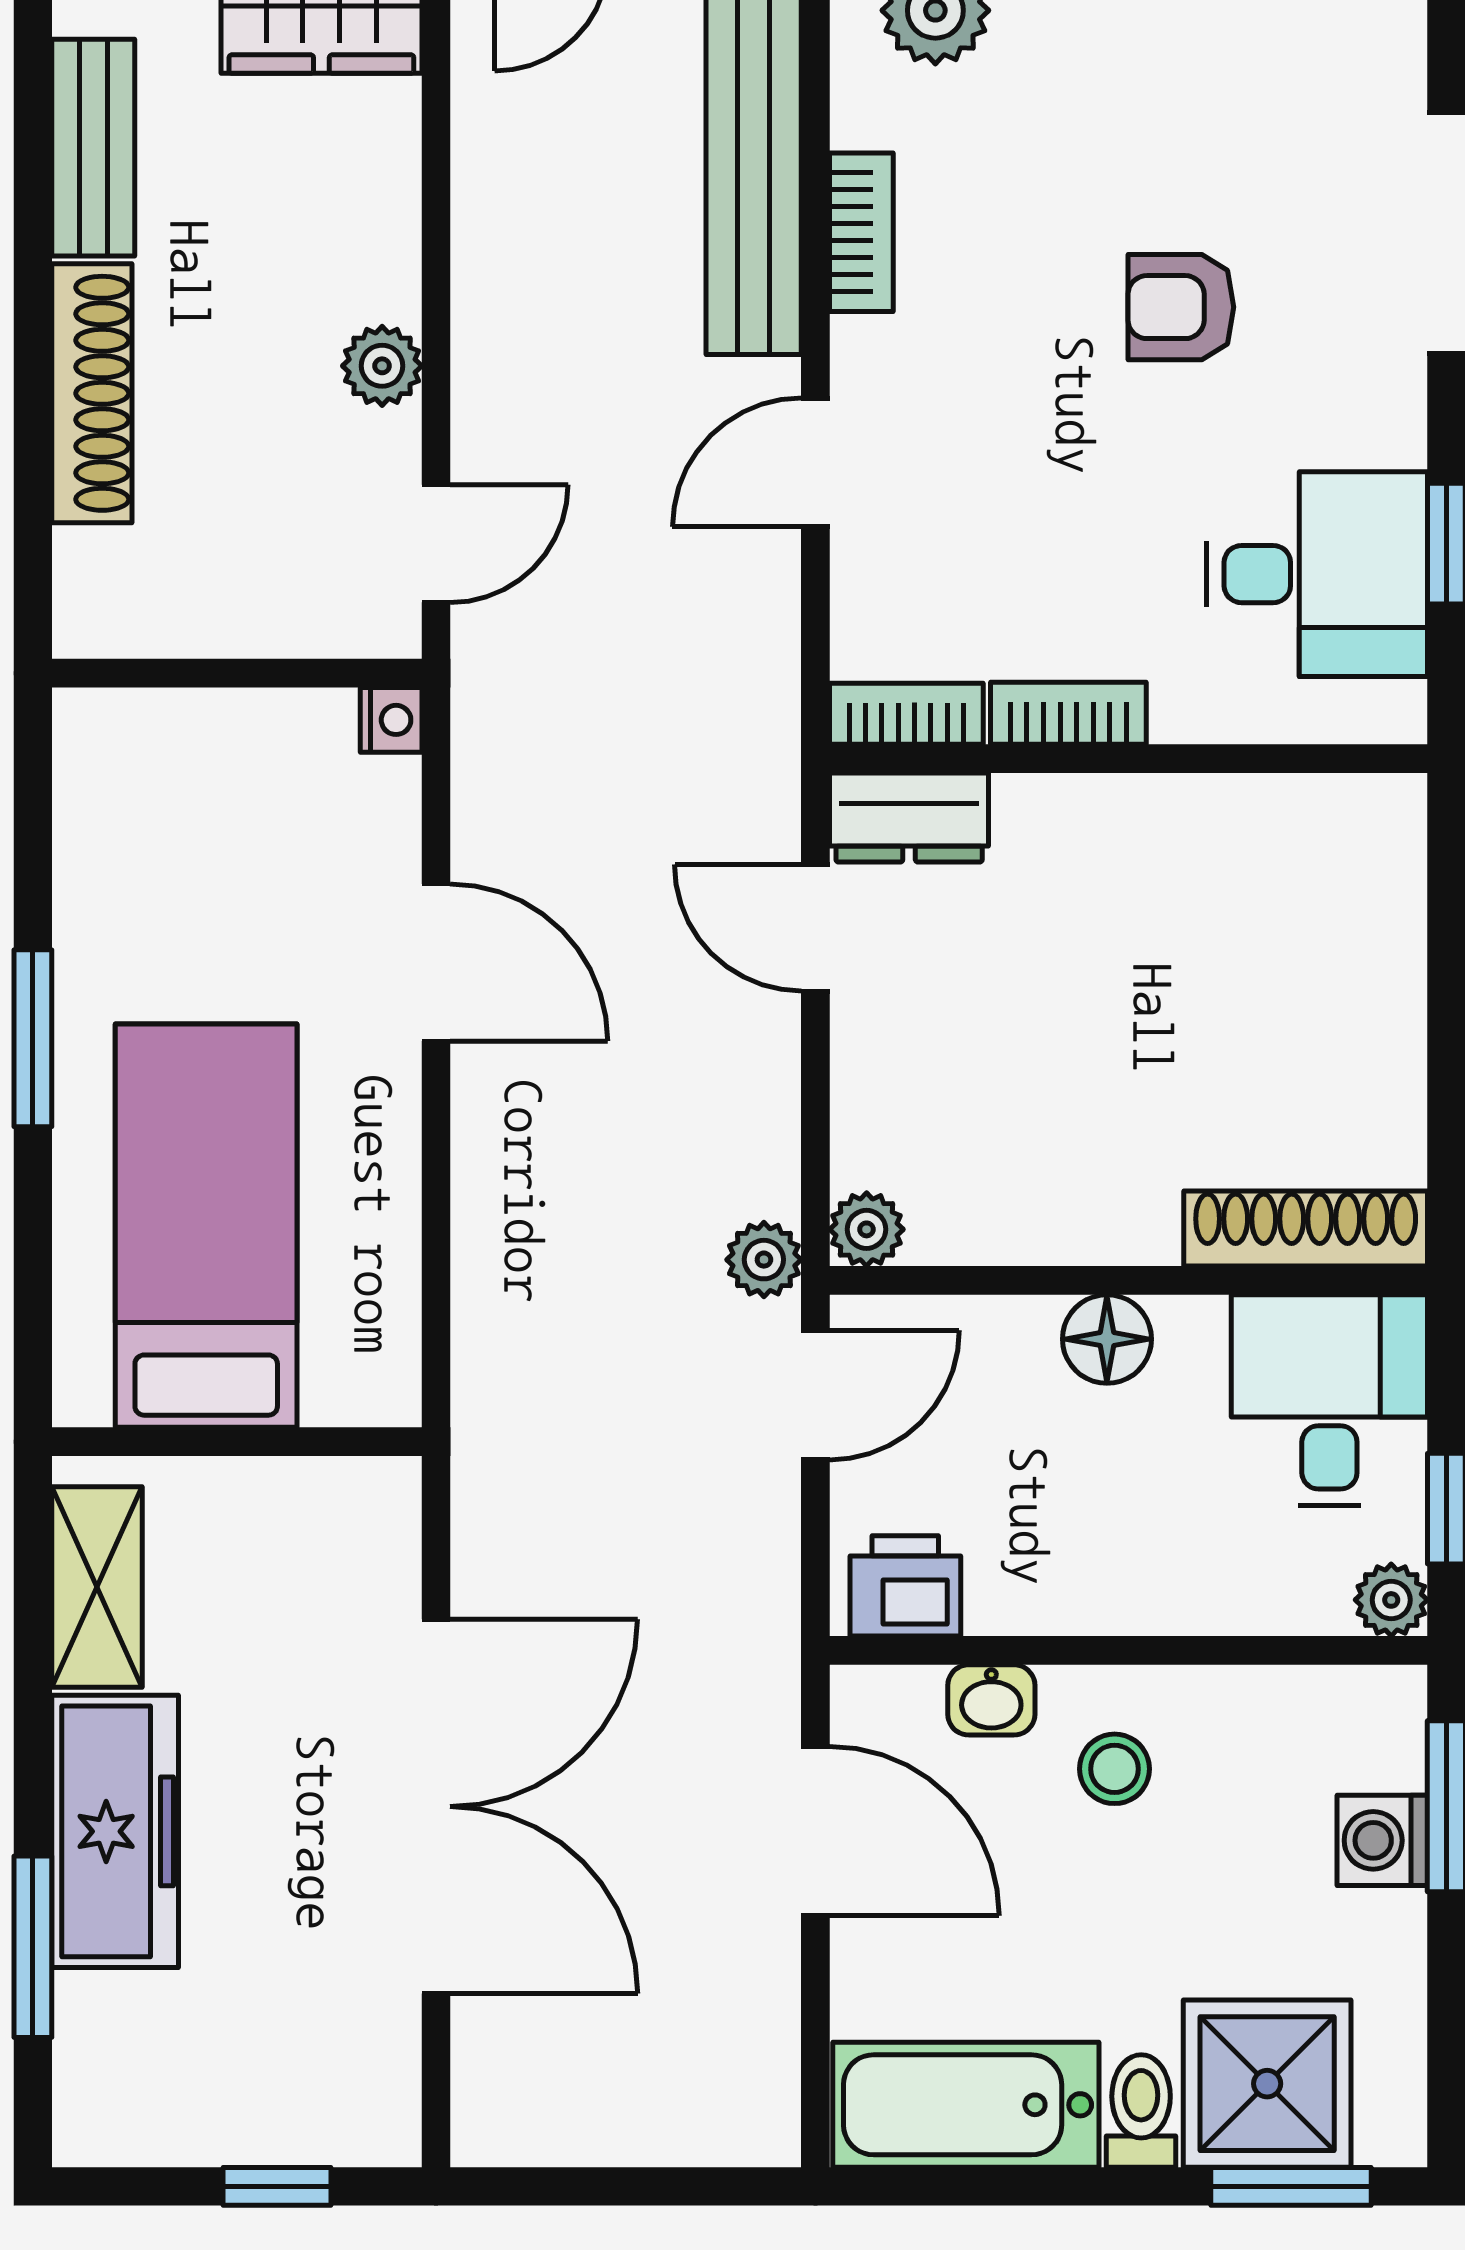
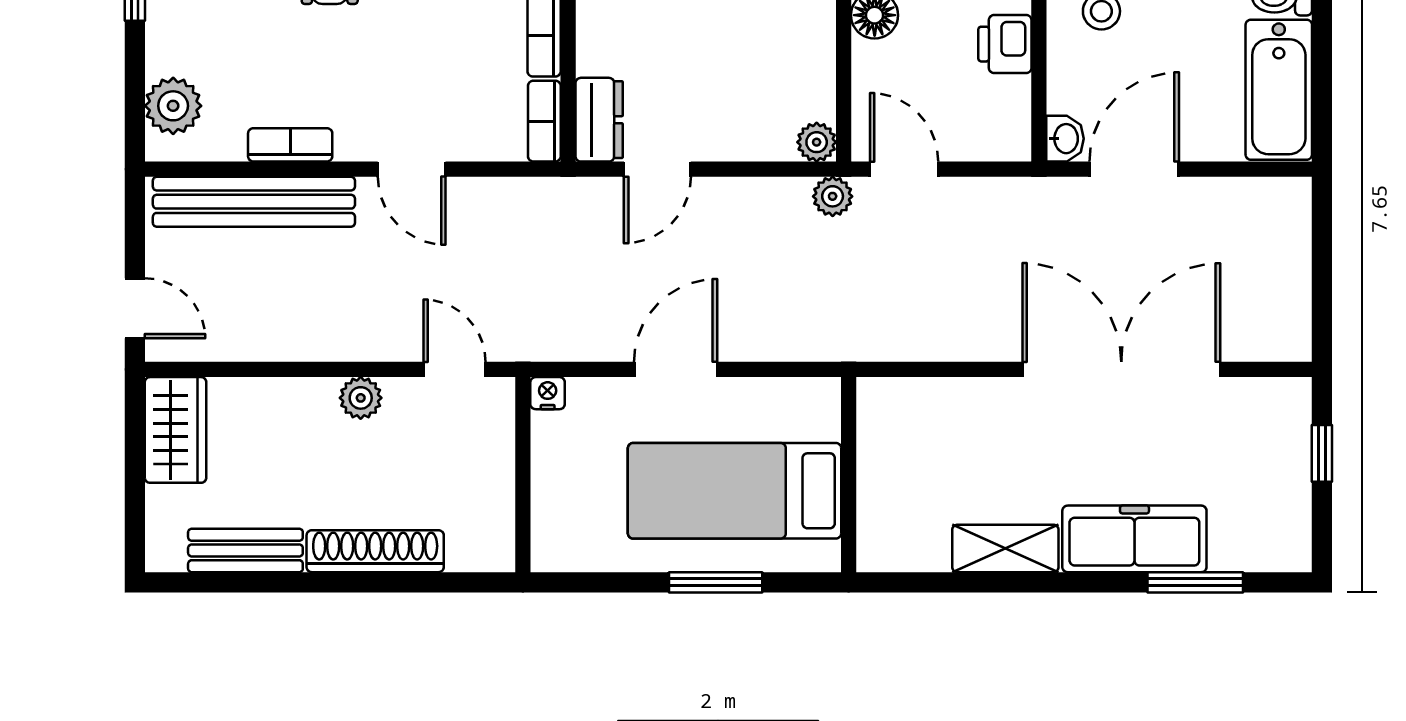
bed: (206, 1226) -> (735, 491), moved
wall: (237, 1442) -> (849, 475), moved
printer: (905, 1586) -> (1005, 44), moved
washbasin: (991, 1700) -> (1065, 139), moved

